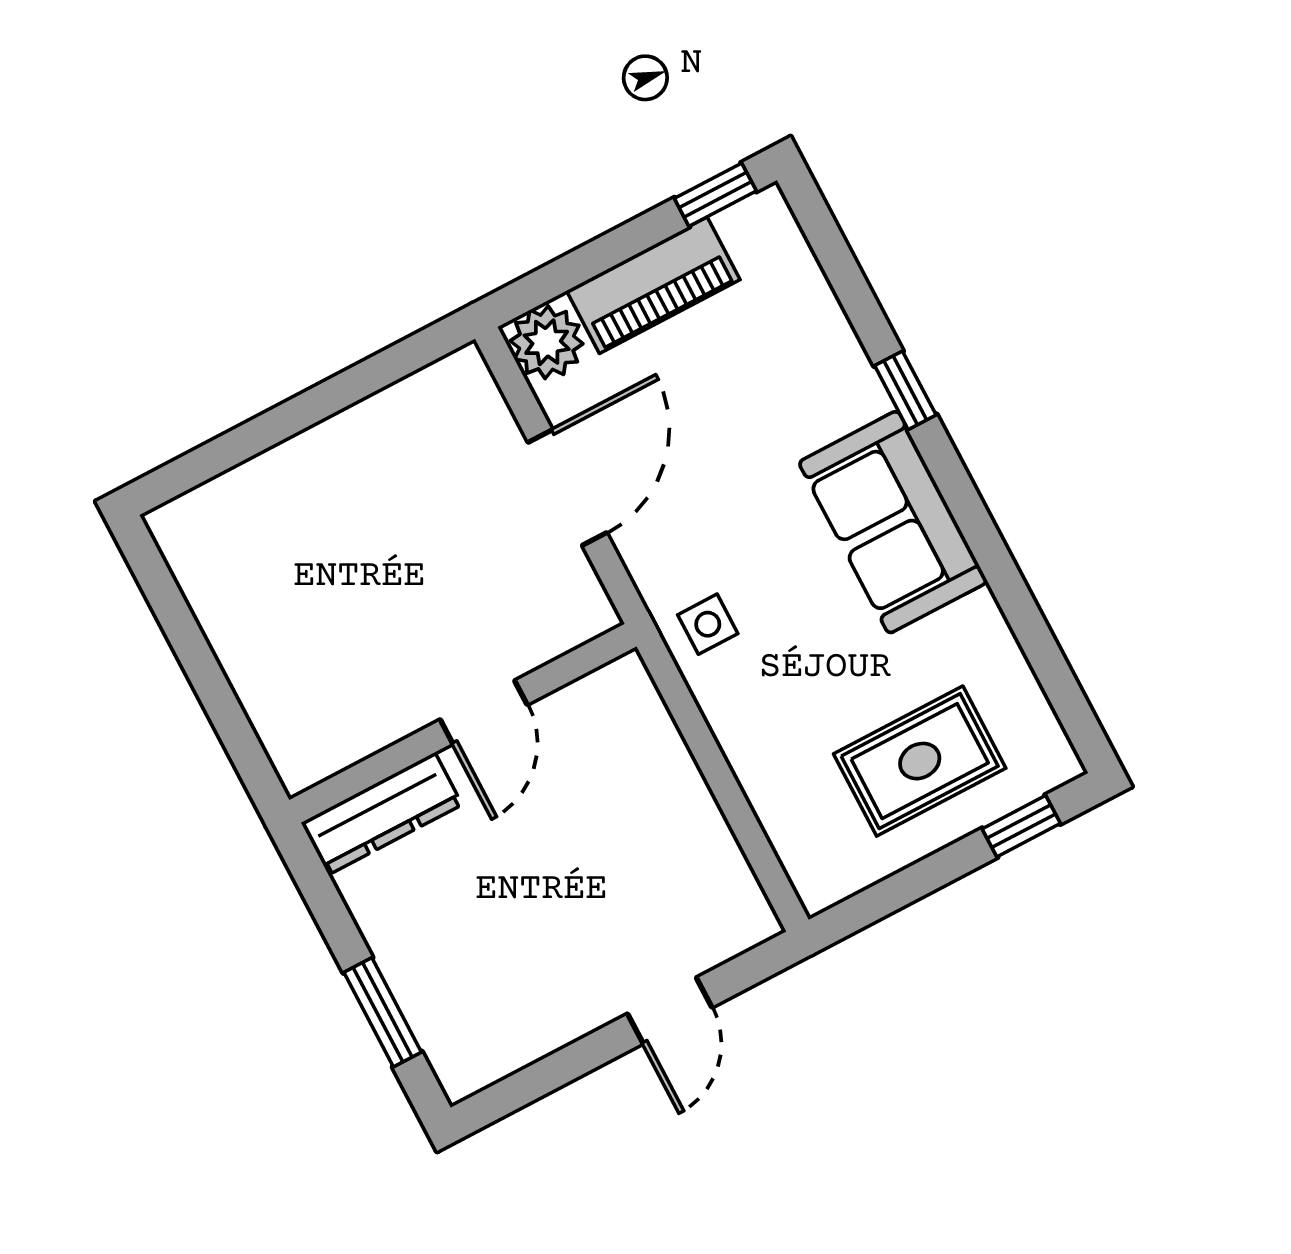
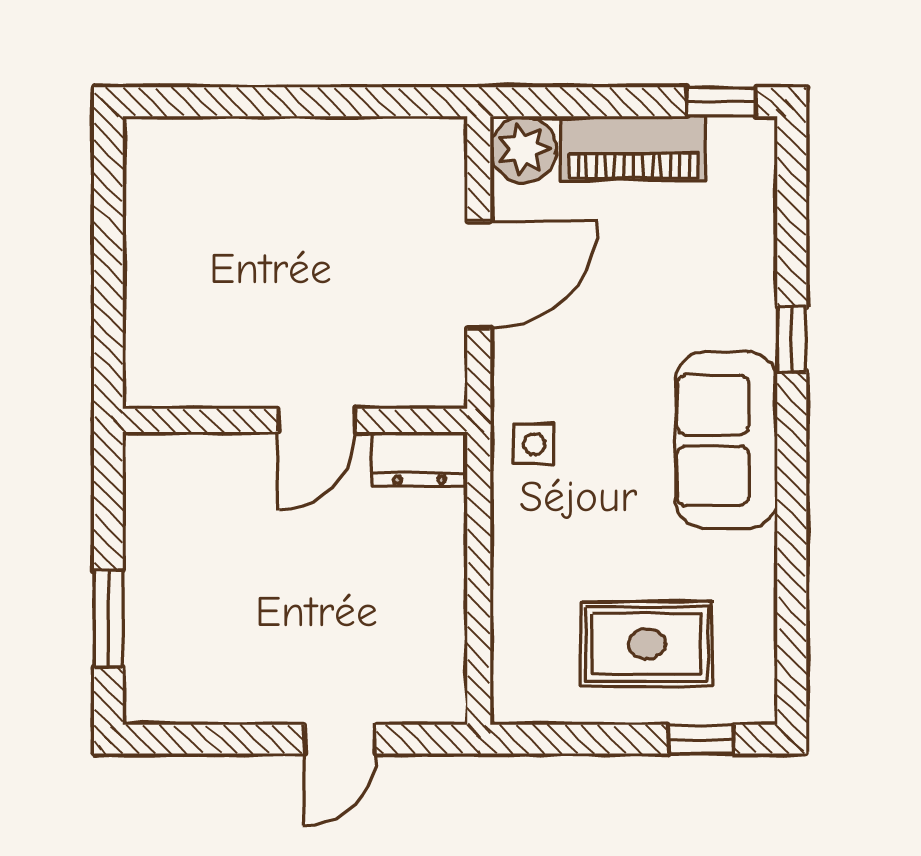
dresser: (382, 814) -> (419, 459), moved, width x0.70

